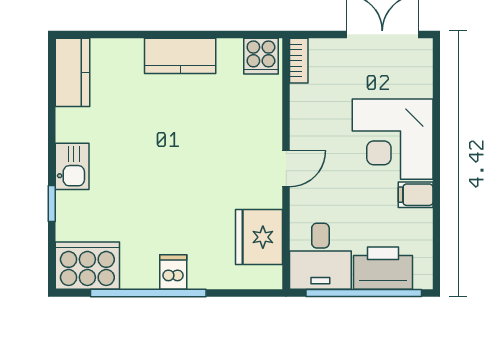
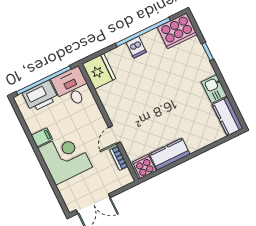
kitchen counter: (180, 56) -> (170, 154), moved
bookcase: (299, 61) -> (119, 158), moved
kitchen sink: (72, 166) -> (214, 89), moved
door: (286, 169) -> (115, 135), moved
fridge: (259, 237) -> (99, 71), moved

